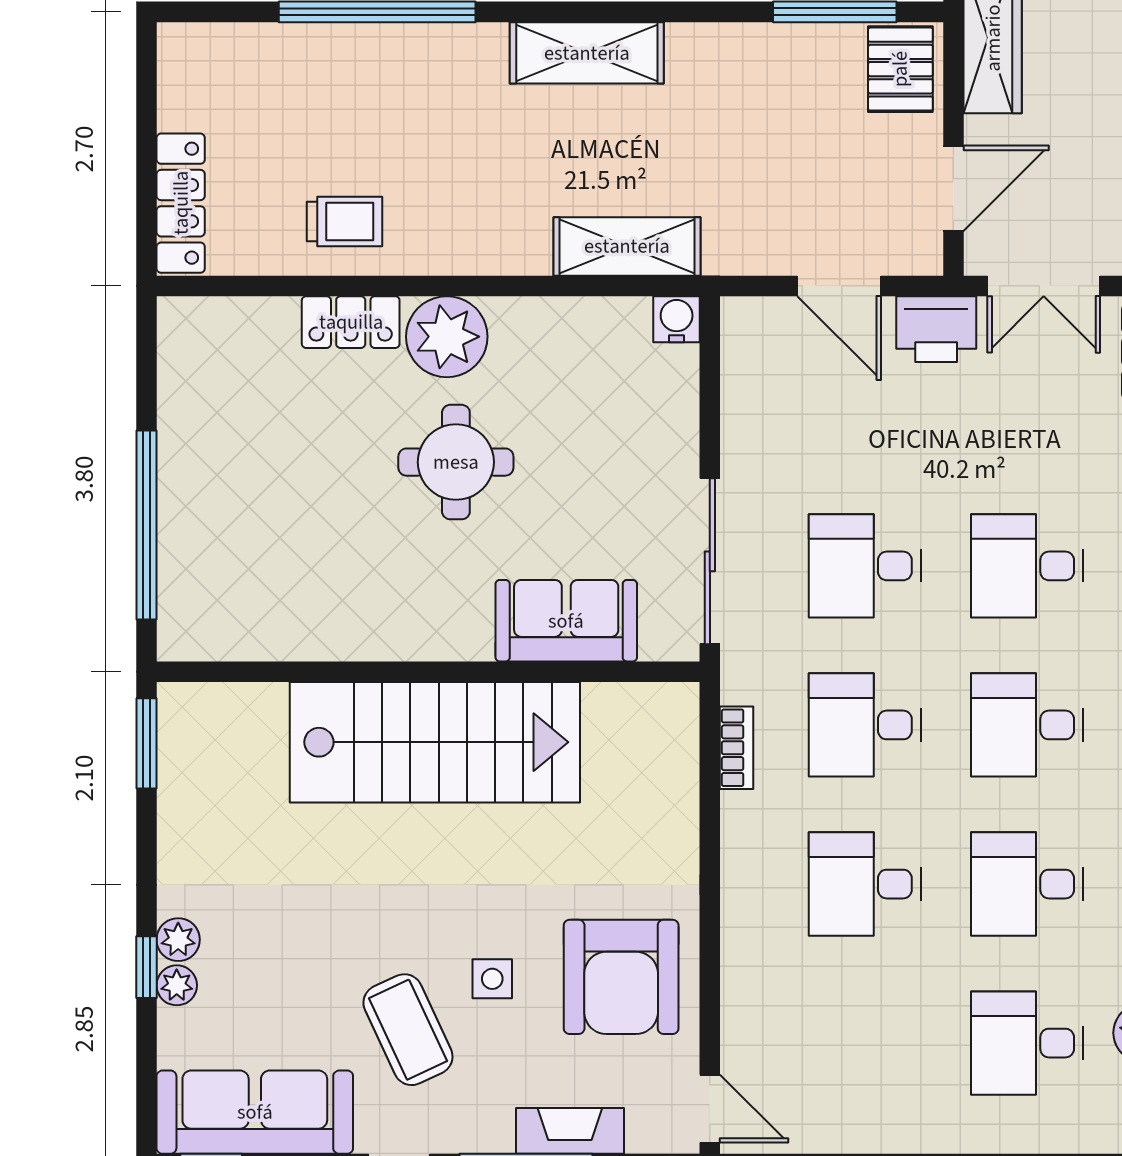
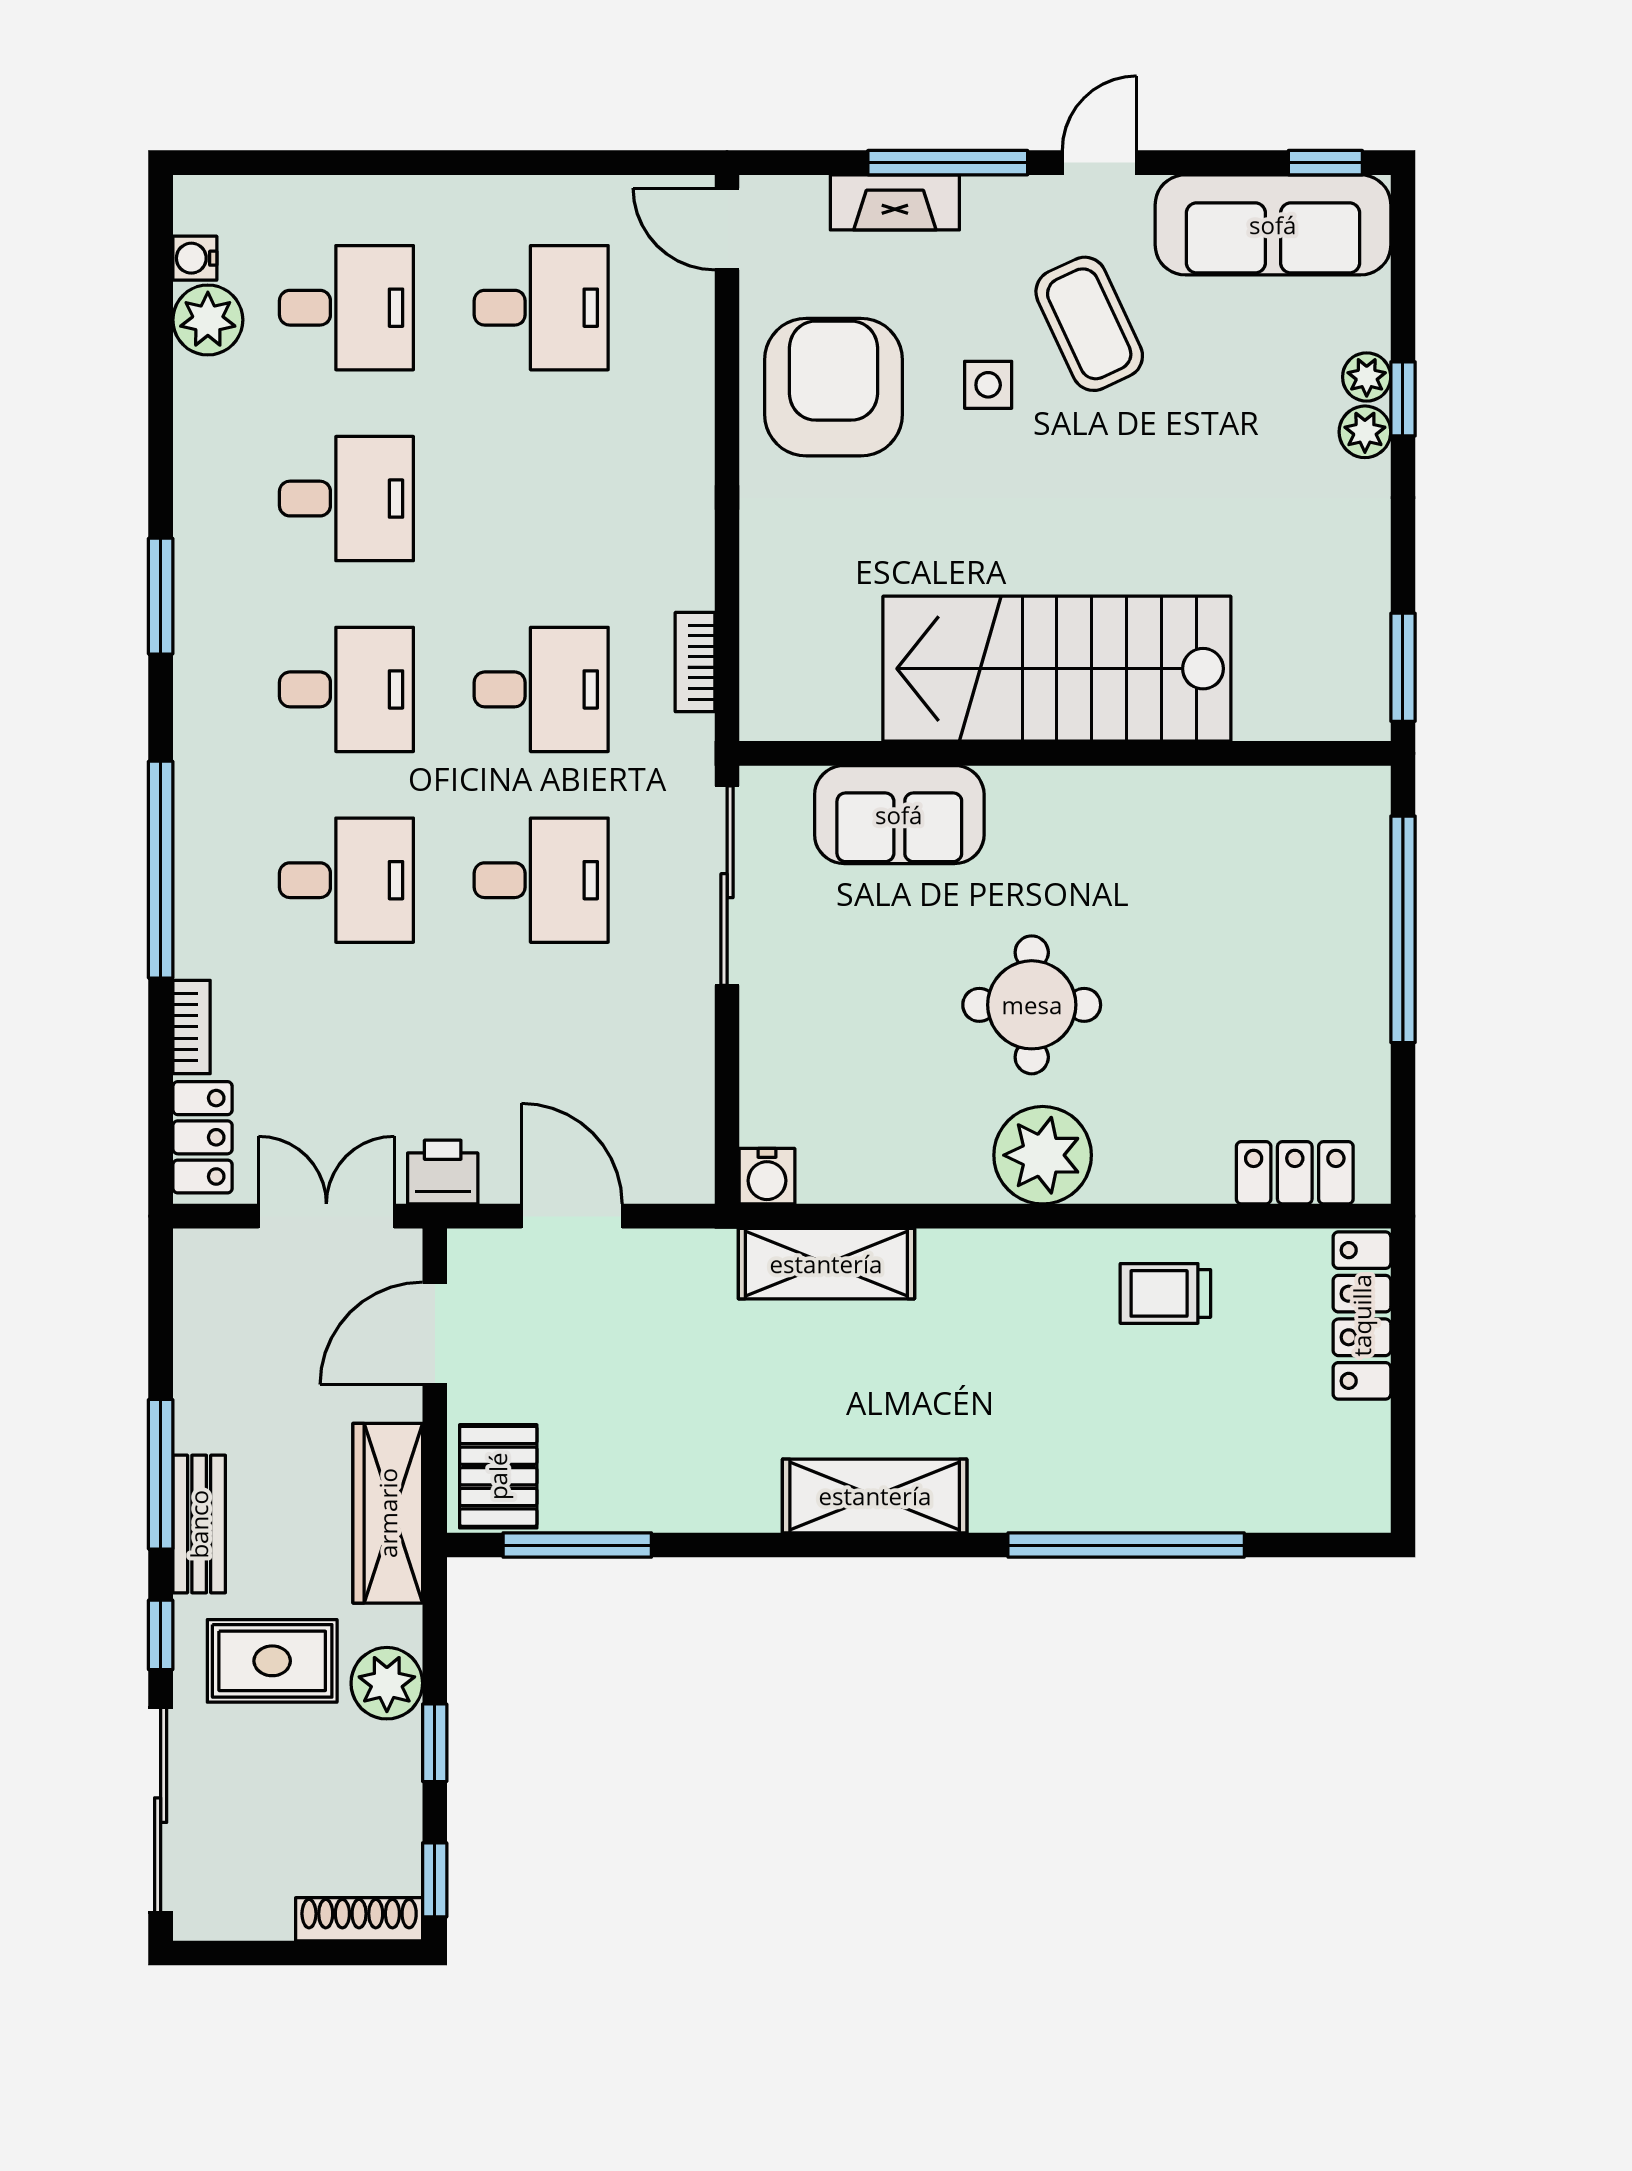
locker: (351, 322) -> (1295, 1173), moved
printer: (936, 329) -> (443, 1172), width x0.73, depth x0.81
desk: (865, 884) -> (541, 308), moved

